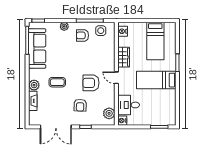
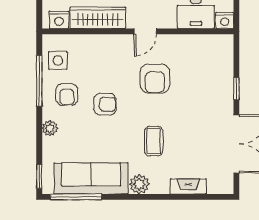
wardrobe: (124, 57) -> (98, 18), width x1.50
plant: (34, 85) -> (139, 184), moved
armchair: (80, 105) -> (105, 104), moved
plant: (109, 113) -> (211, 45), removed

